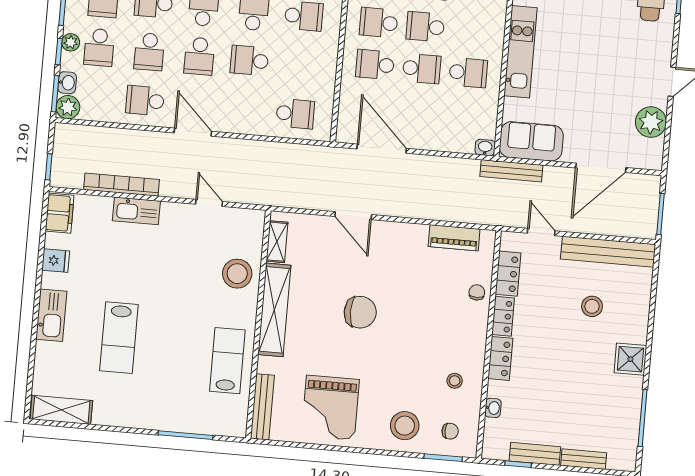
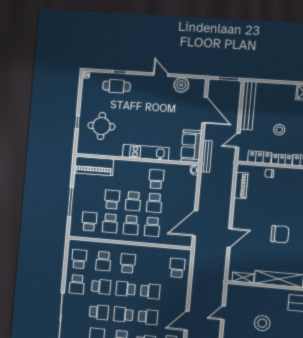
school desk: (249, 60) -> (150, 291), turned -90
school desk: (422, 69) -> (154, 203), turned 180
stool: (237, 274) -> (262, 323), moved
stool: (592, 306) -> (279, 130), moved
chair: (360, 312) -> (280, 234), turned 90

